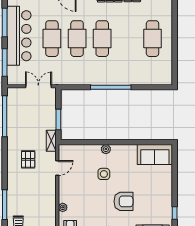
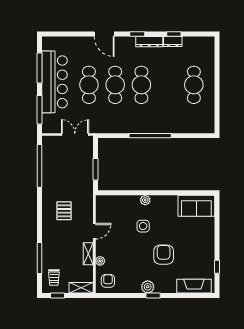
shelving: (51, 141) -> (88, 254), moved
door: (57, 168) -> (94, 231), moved
armchair: (124, 201) -> (164, 255), turned -90

